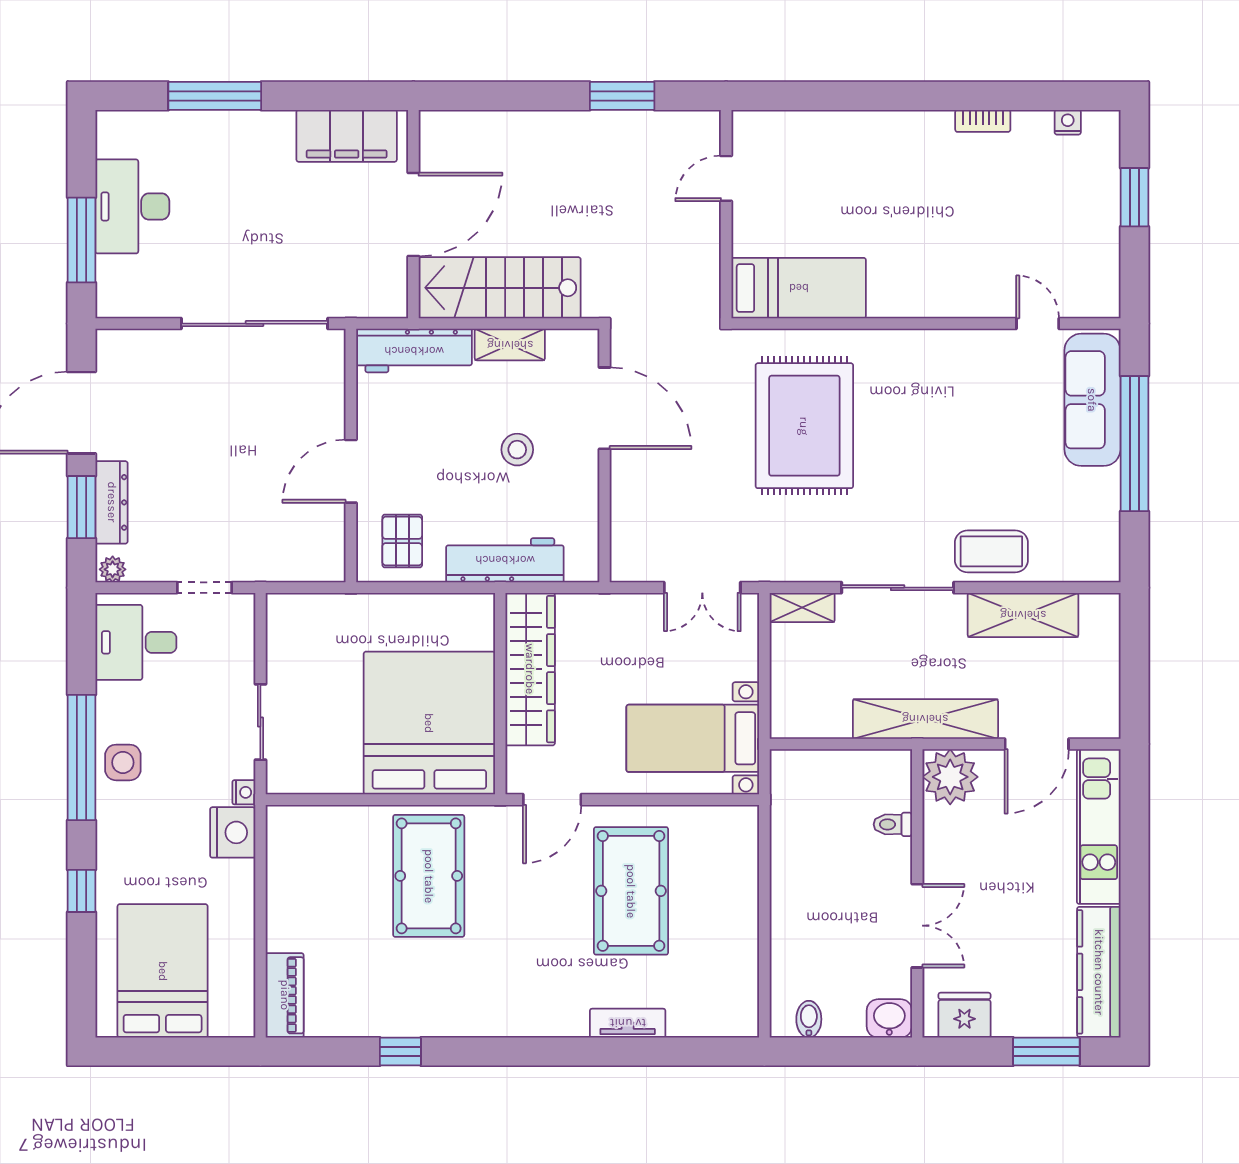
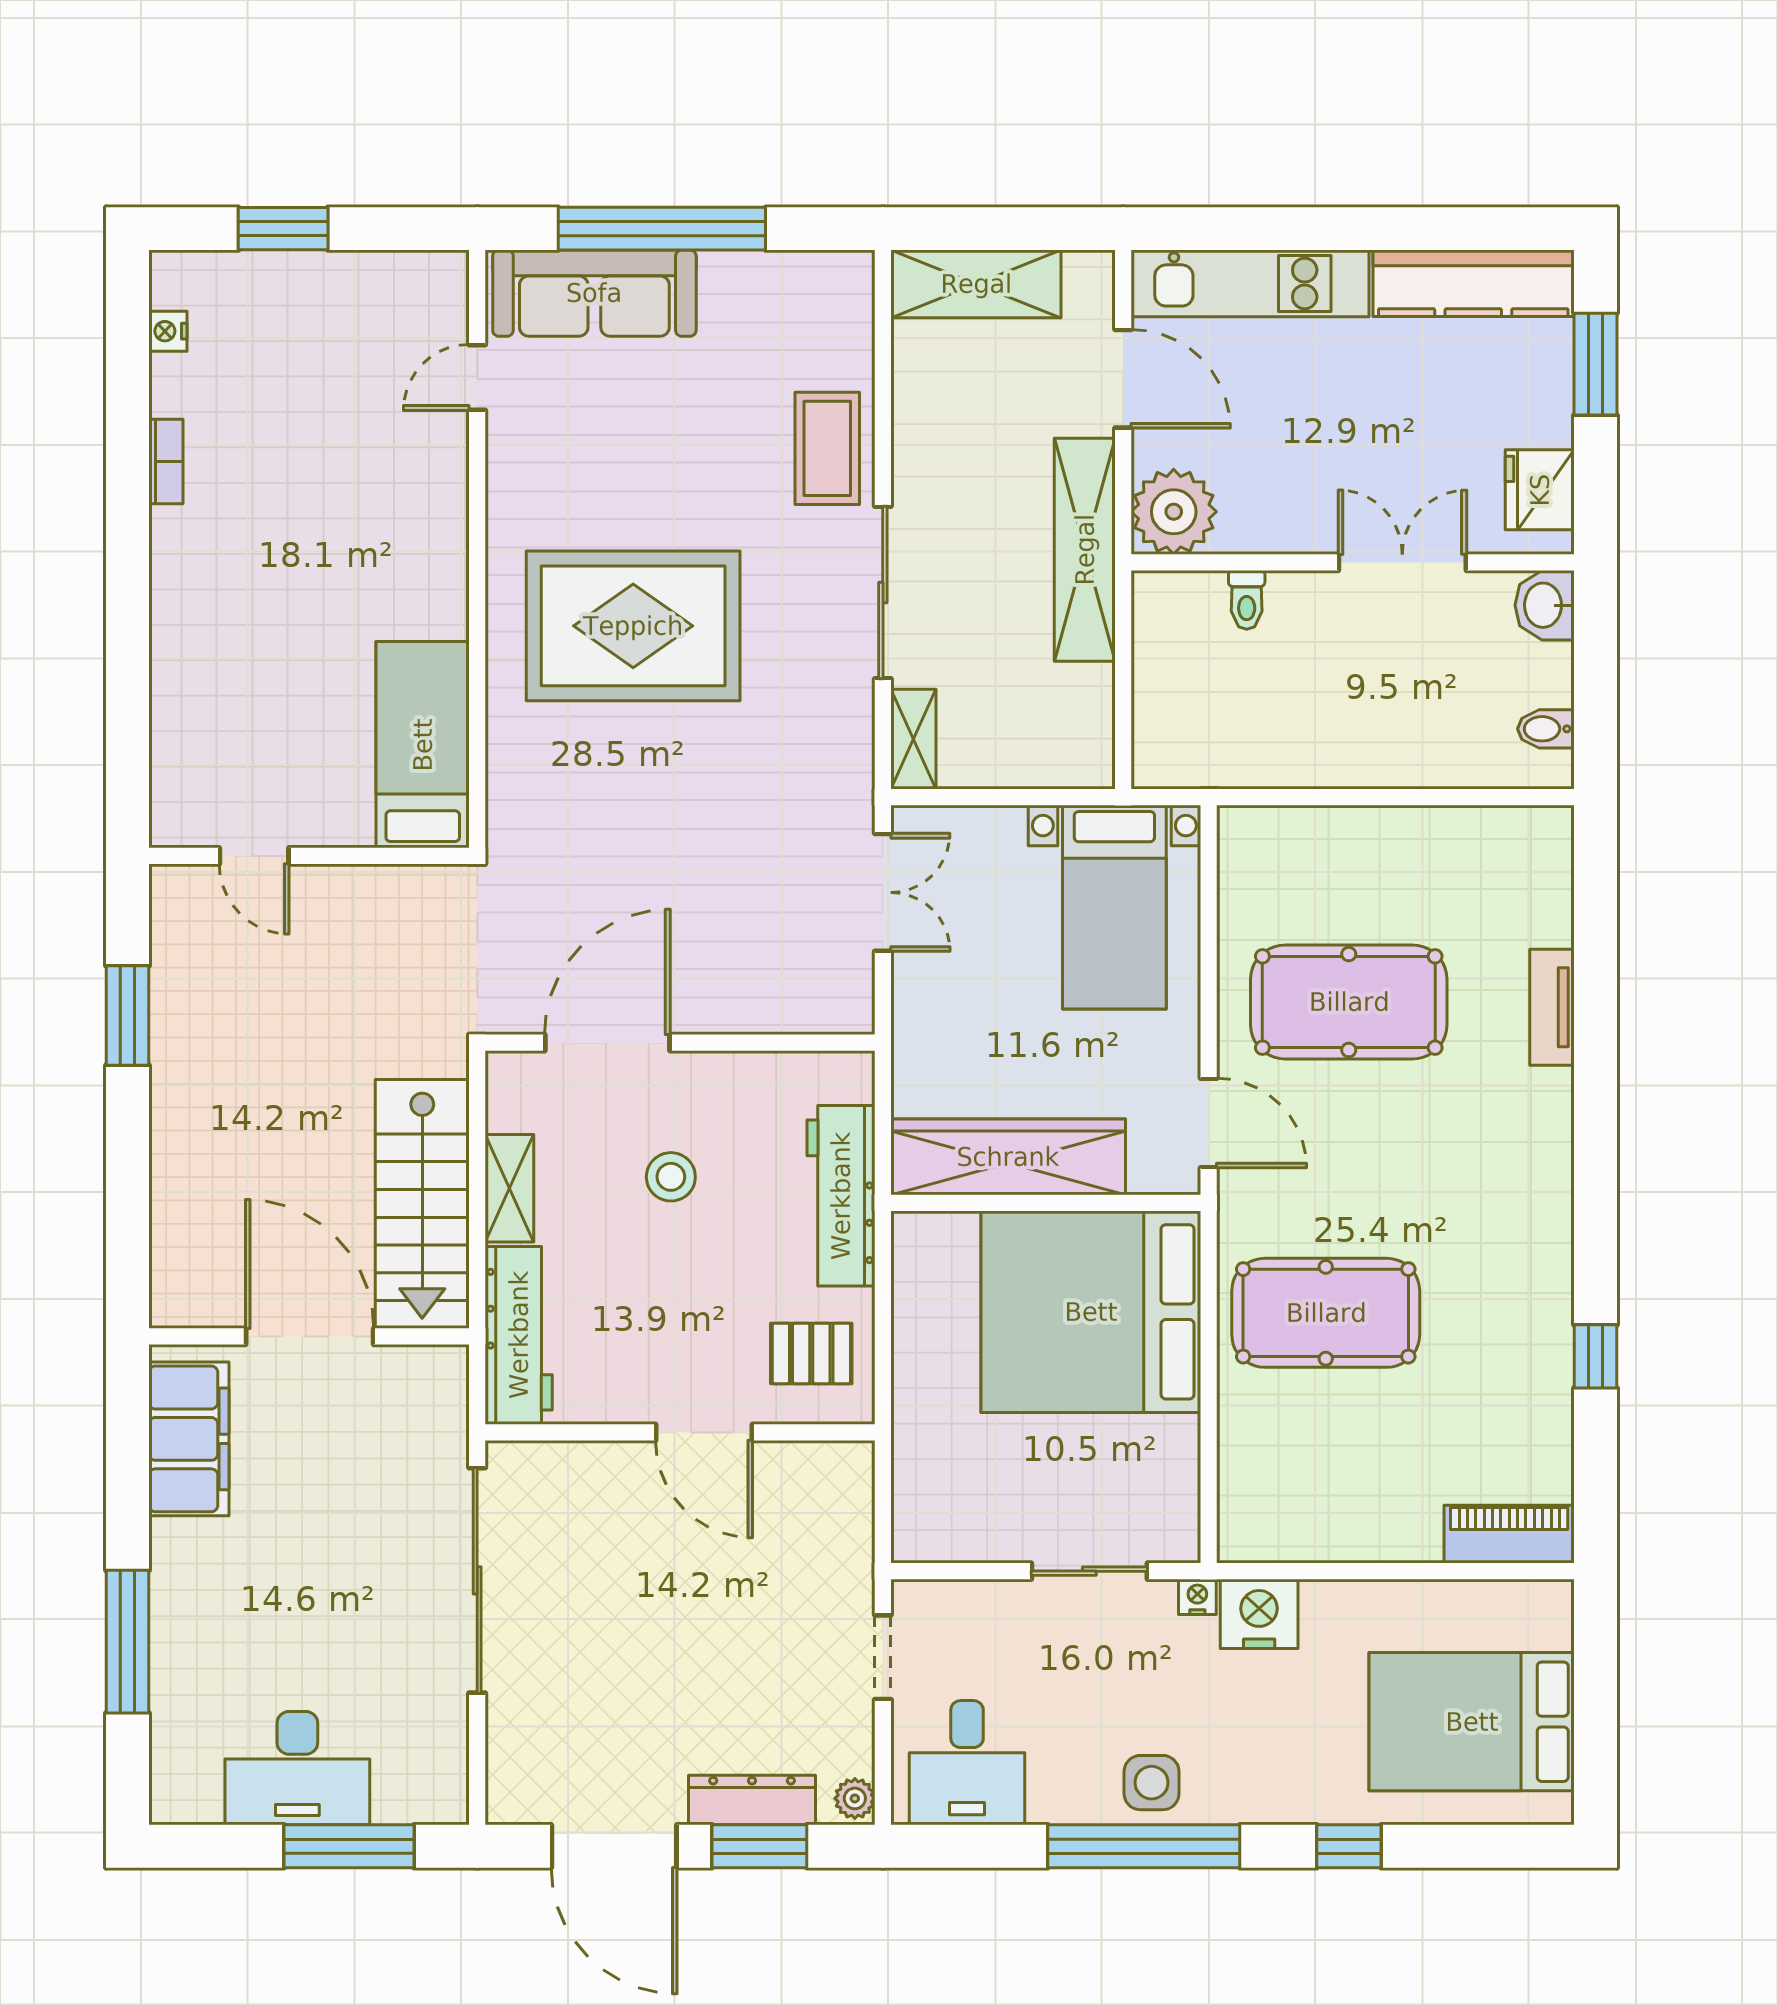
rug: (804, 426) -> (633, 626), moved
shelving: (1023, 615) -> (976, 284), moved, turned 90

